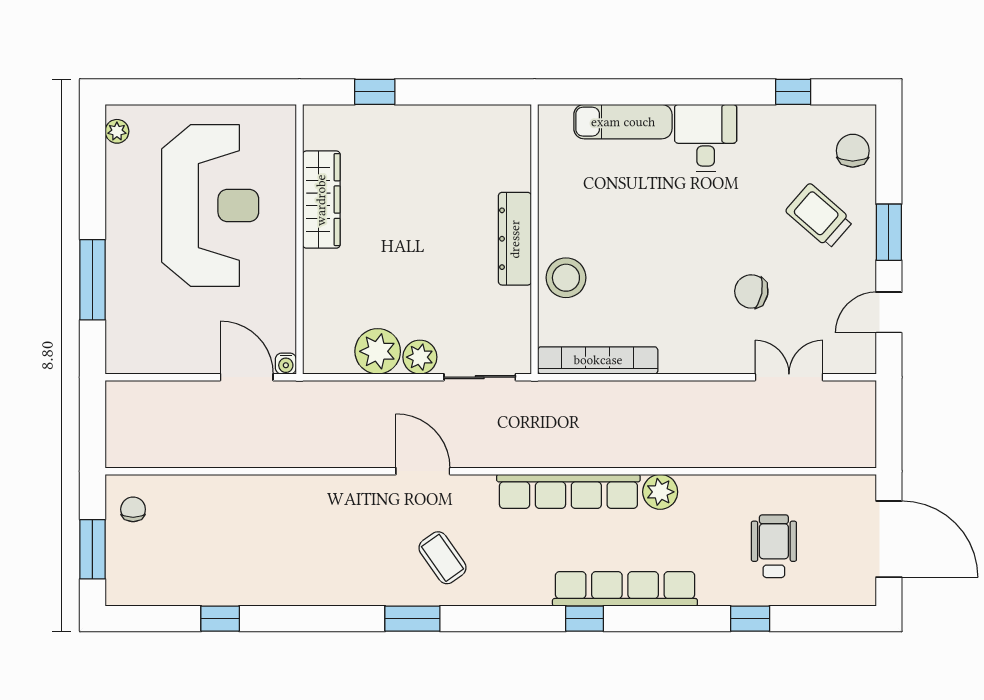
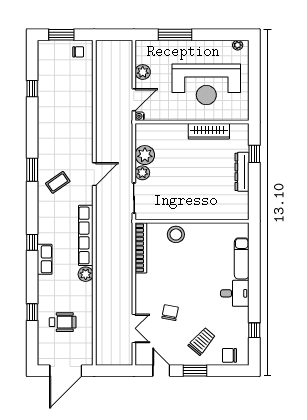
chair: (853, 151) -> (229, 355), turned 180
dresser: (515, 239) -> (242, 172), moved, turned -90
plant: (181, 356) -> (143, 72), added
row of seats: (625, 589) -> (45, 259), width x0.50

